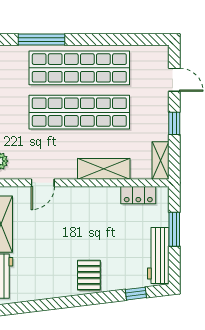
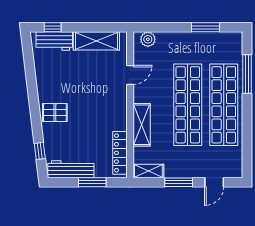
window: (174, 123) -> (179, 182), width x1.50
door: (43, 183) -> (130, 75), swing flipped
locker: (138, 195) -> (120, 153), width x1.53

